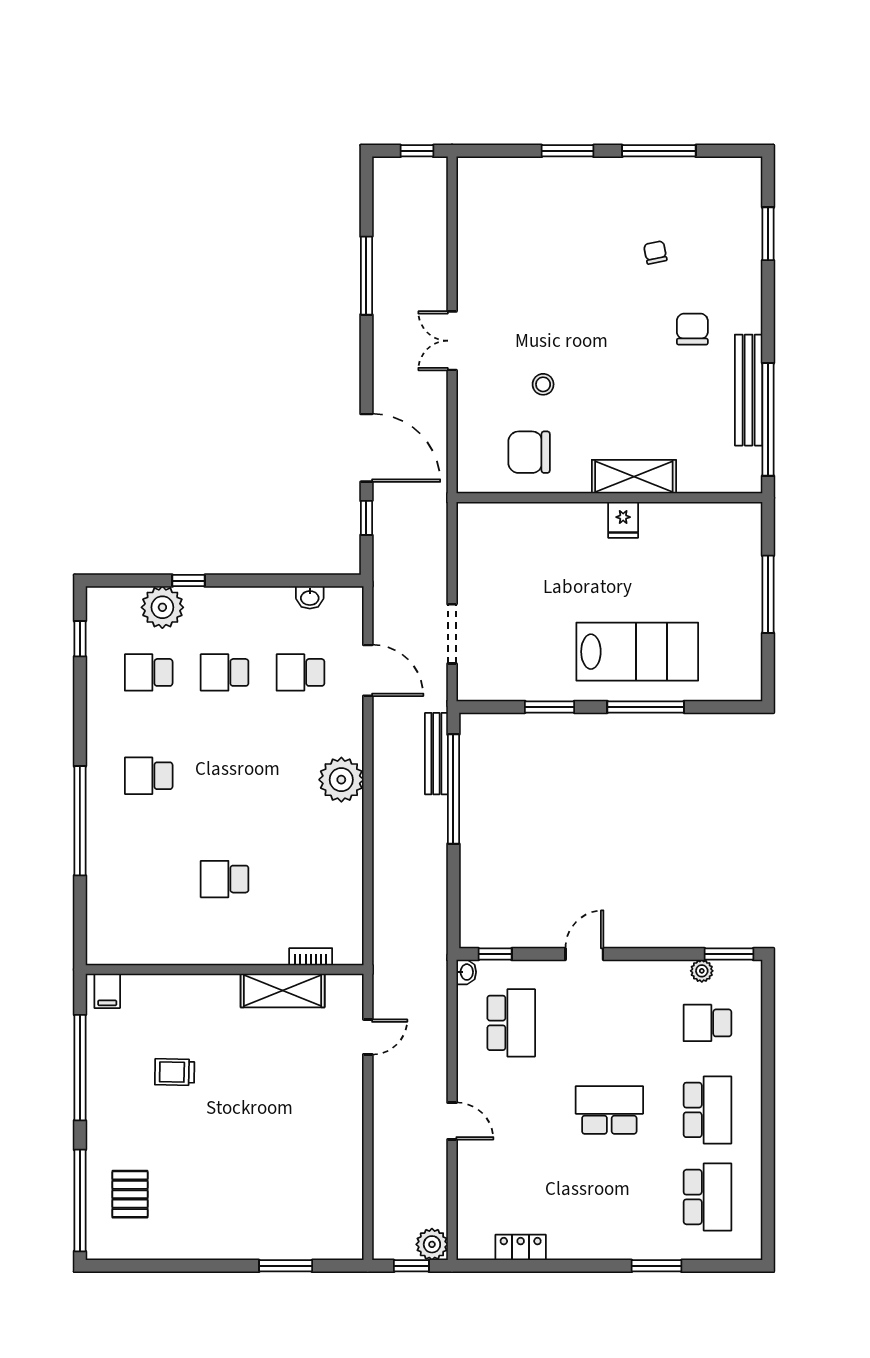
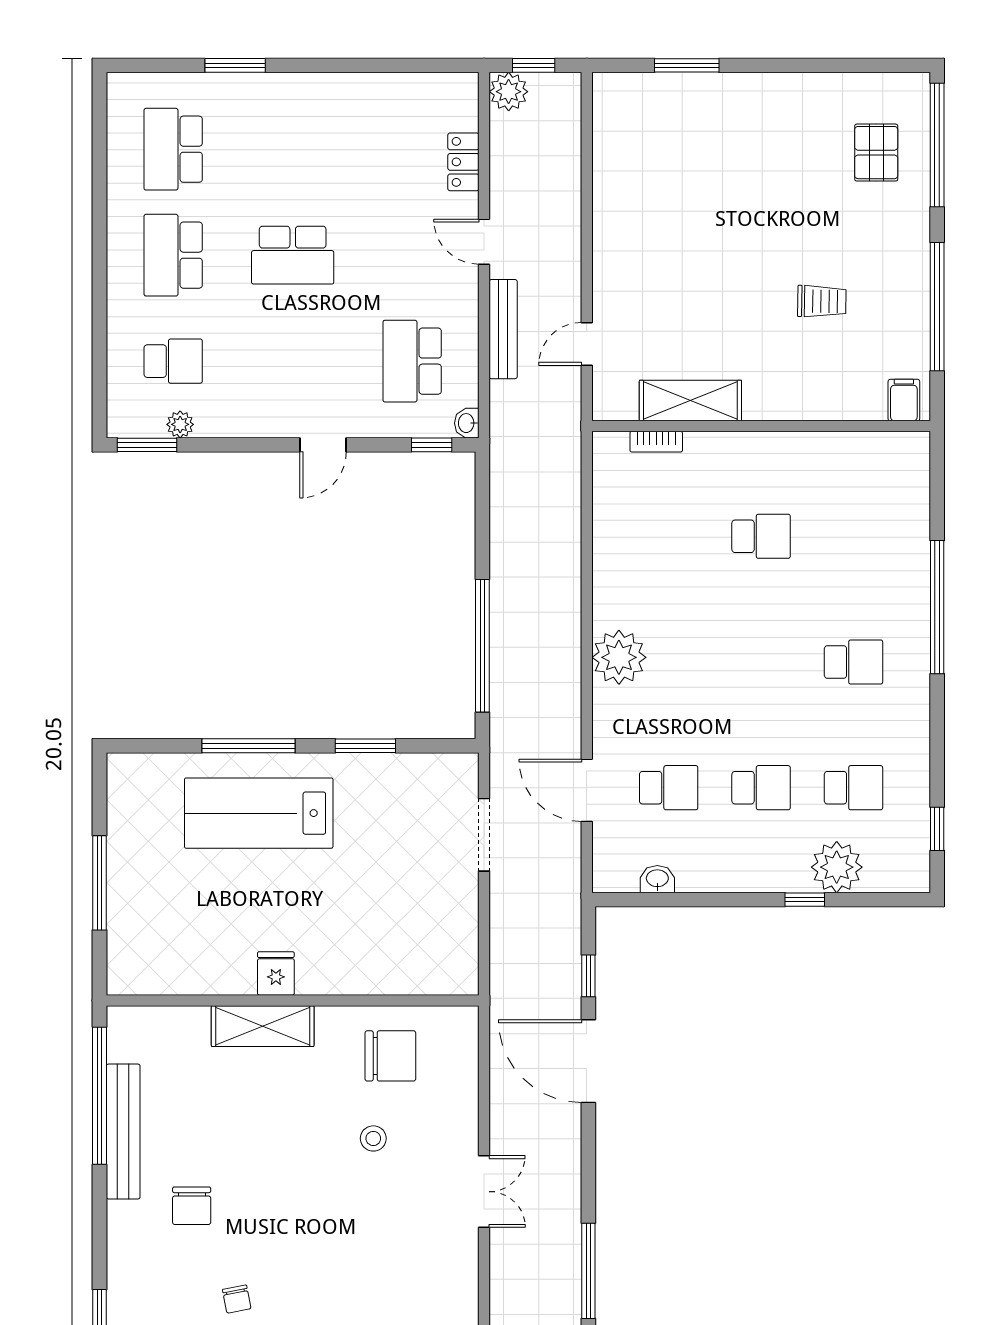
bench: (436, 754) -> (503, 329), moved
locker: (521, 1247) -> (463, 162), moved, turned 90

